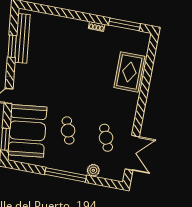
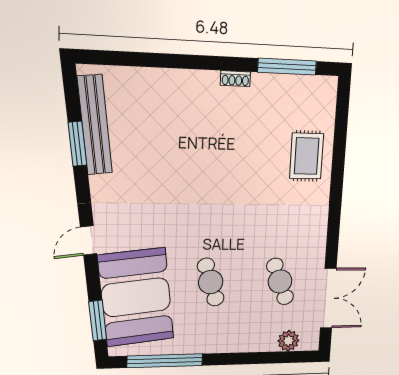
rug: (129, 72) -> (307, 156), width x0.73, depth x0.70
plant: (93, 170) -> (288, 341), moved
window: (66, 175) -> (165, 361), moved

